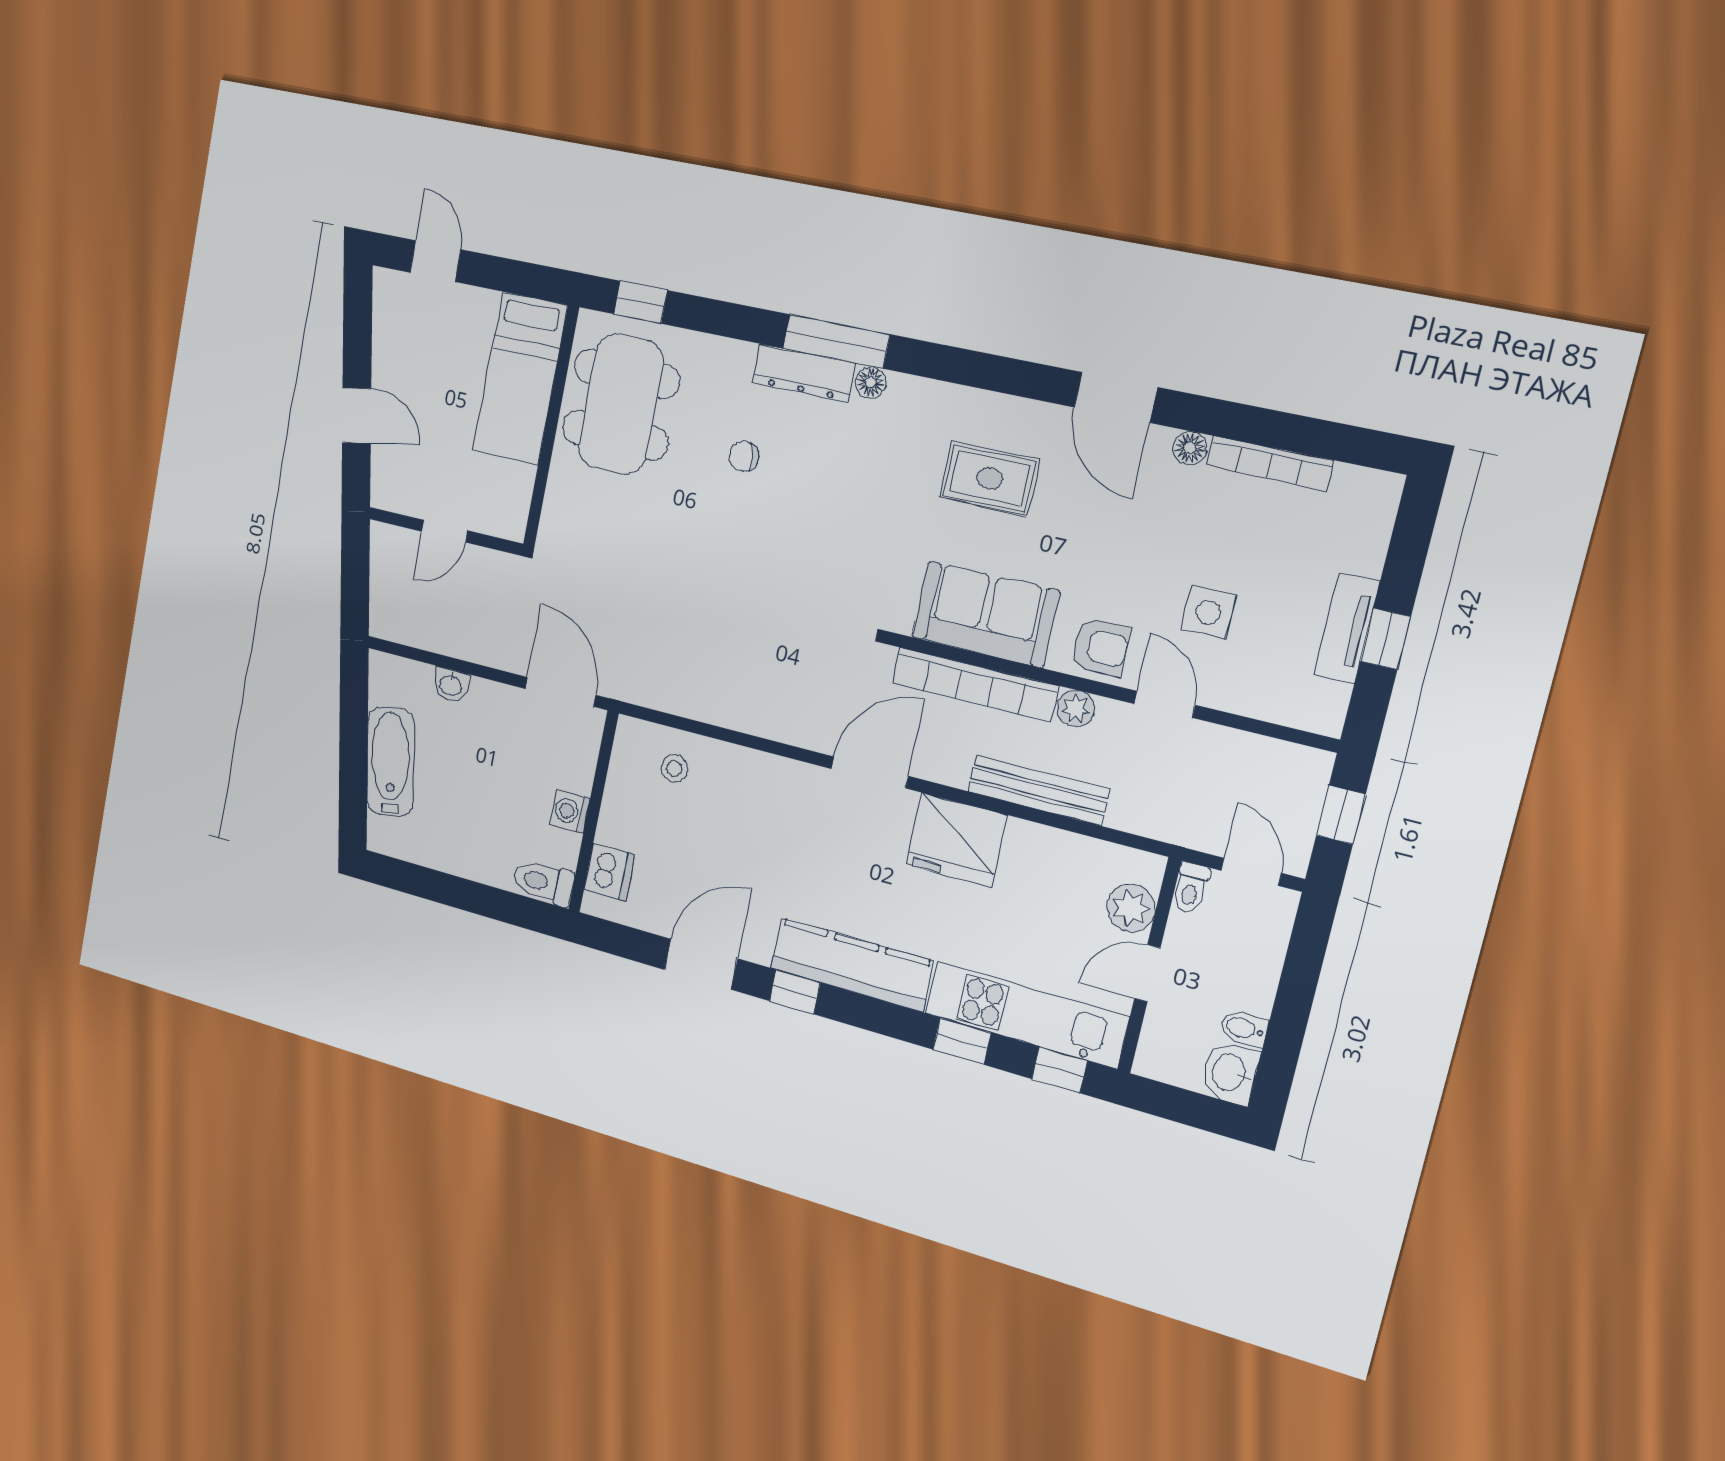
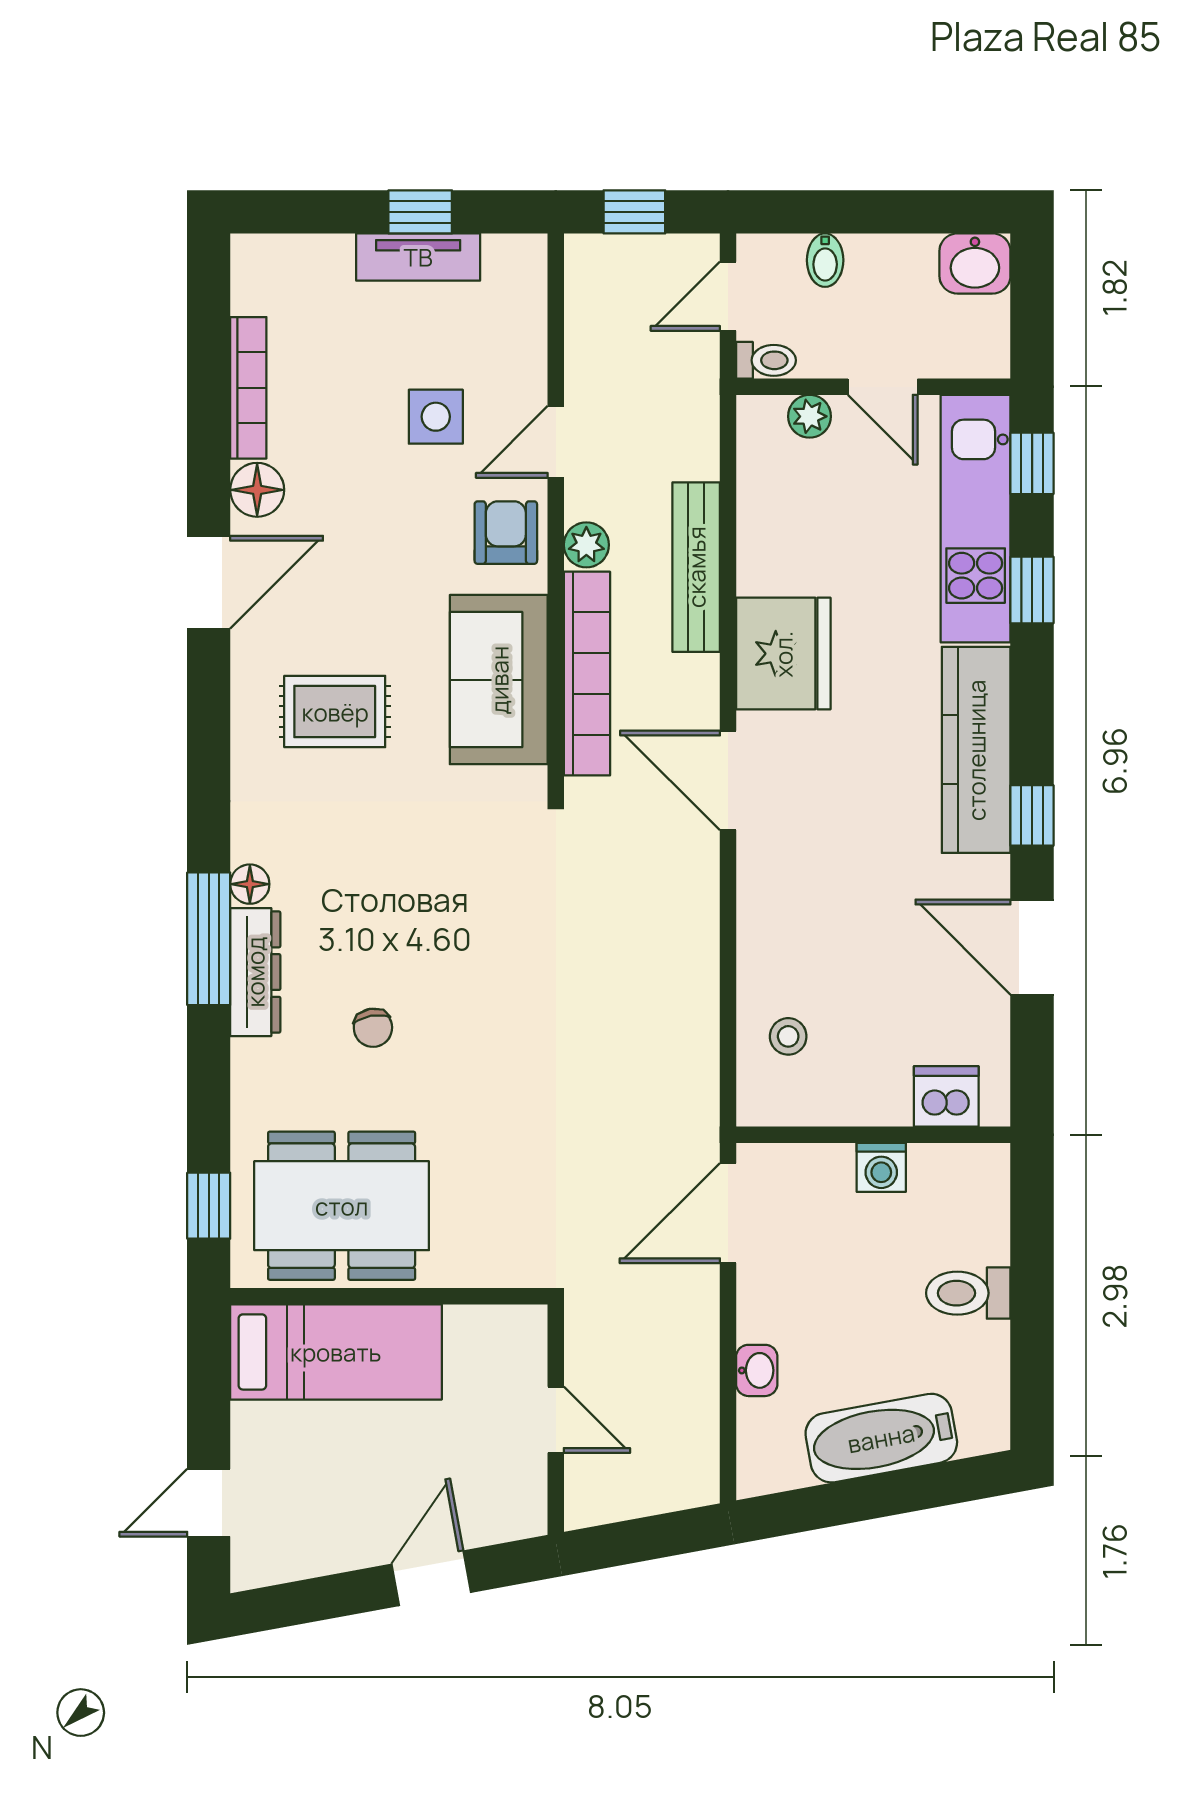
floor lamp: (1190, 448) -> (257, 490), width x1.37, depth x1.37
rug: (989, 478) -> (335, 712), turned 90
toilet: (544, 882) -> (968, 1293), moved, turned 90
plant: (1131, 908) -> (810, 416), width x0.73, depth x0.73
bidet: (1244, 1028) -> (825, 260), moved

